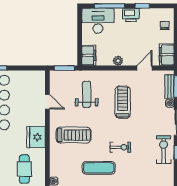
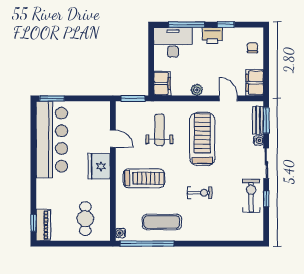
door: (144, 68) -> (228, 98), hinge flipped
treadmill: (123, 102) -> (202, 139), width x1.37, depth x1.38
fridge: (36, 137) -> (99, 166), moved
exercise mat: (99, 168) -> (162, 222), moved

